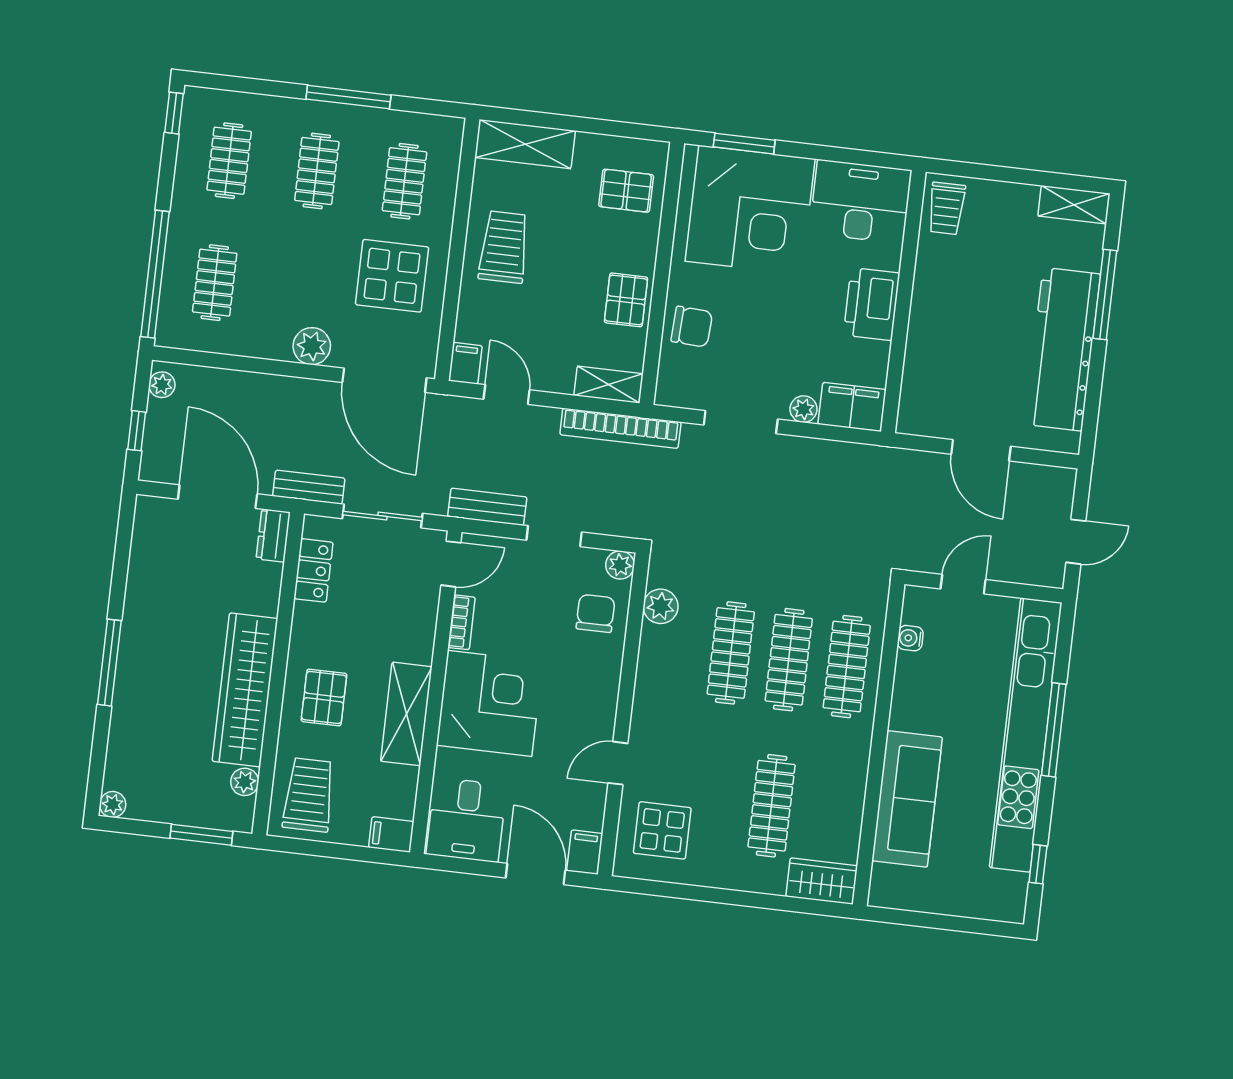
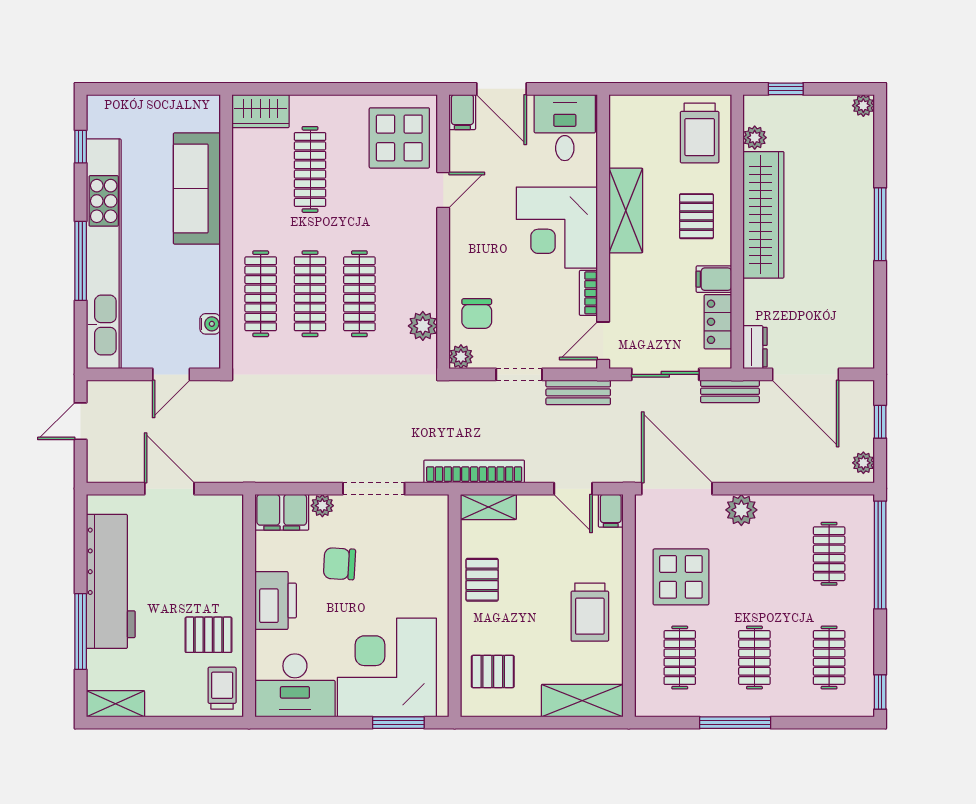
pallet: (955, 273) -> (209, 635), added
chair: (692, 327) -> (339, 564), moved
display table: (662, 830) -> (399, 138), width x1.36, depth x1.36
filing cabinet: (391, 834) -> (714, 279), moved, turned 180
window: (201, 835) -> (786, 89), width x0.67

